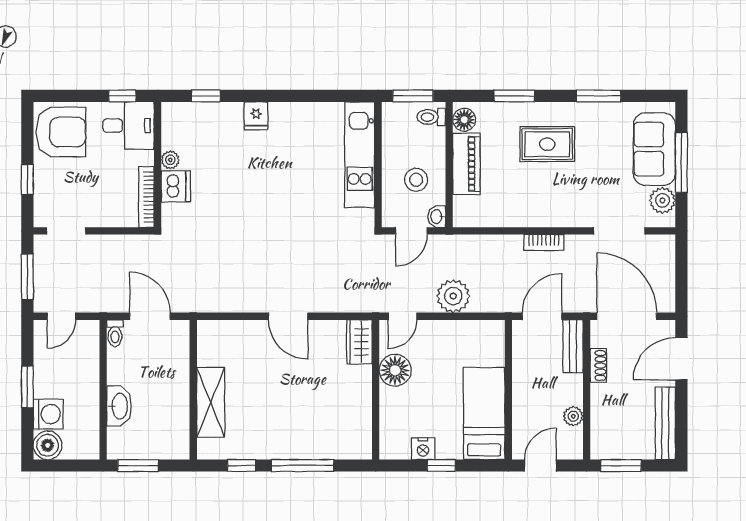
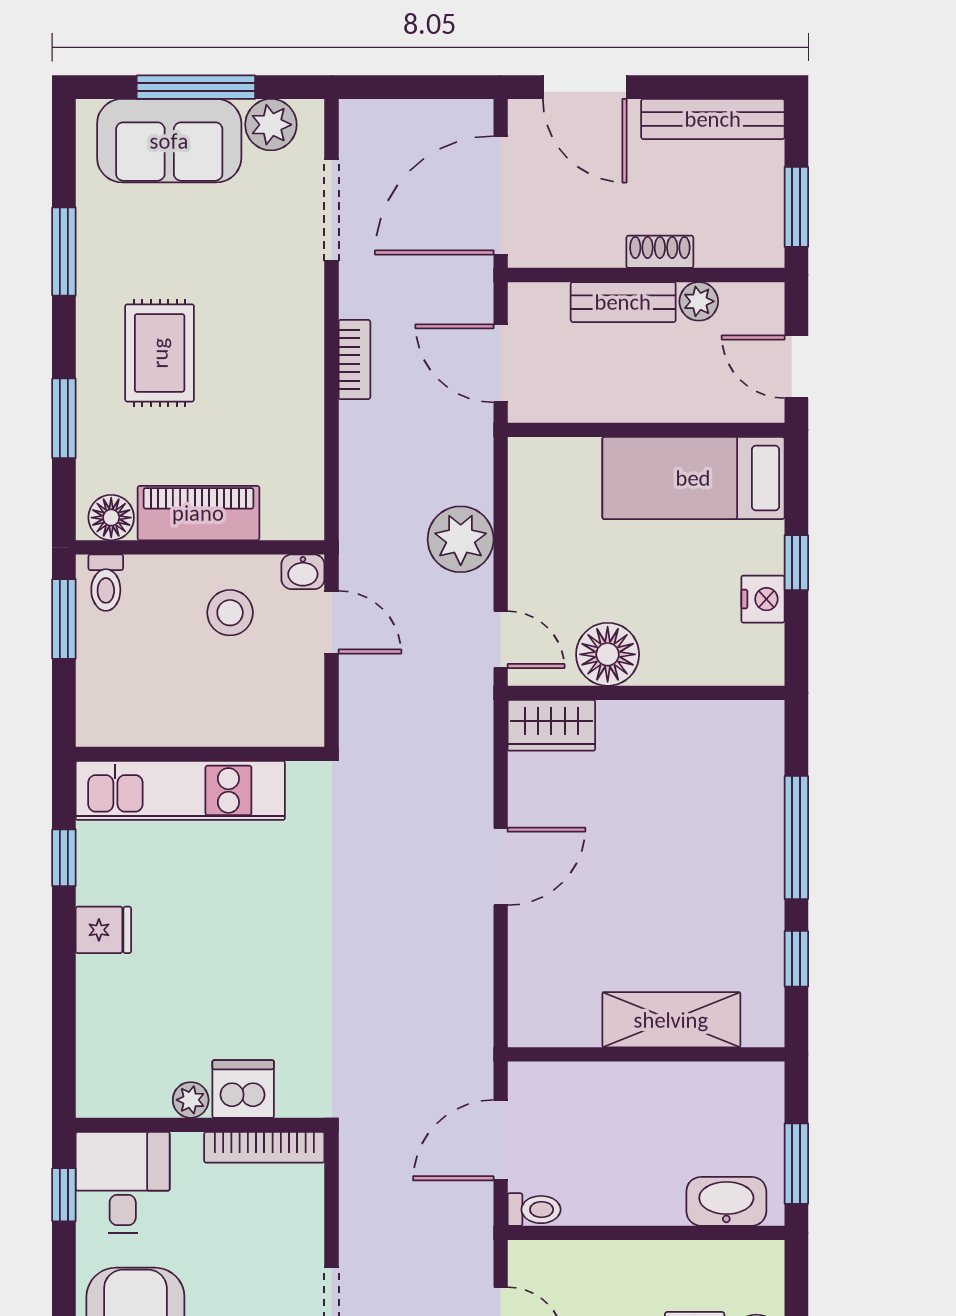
window: (206, 96) -> (64, 858), moved
kitchen unit: (360, 155) -> (180, 790), moved
wall: (378, 165) -> (200, 754), moved
bench: (573, 346) -> (623, 302), moved
shoe rack: (598, 365) -> (660, 252), moved
washbasin: (119, 406) -> (726, 1201), moved

